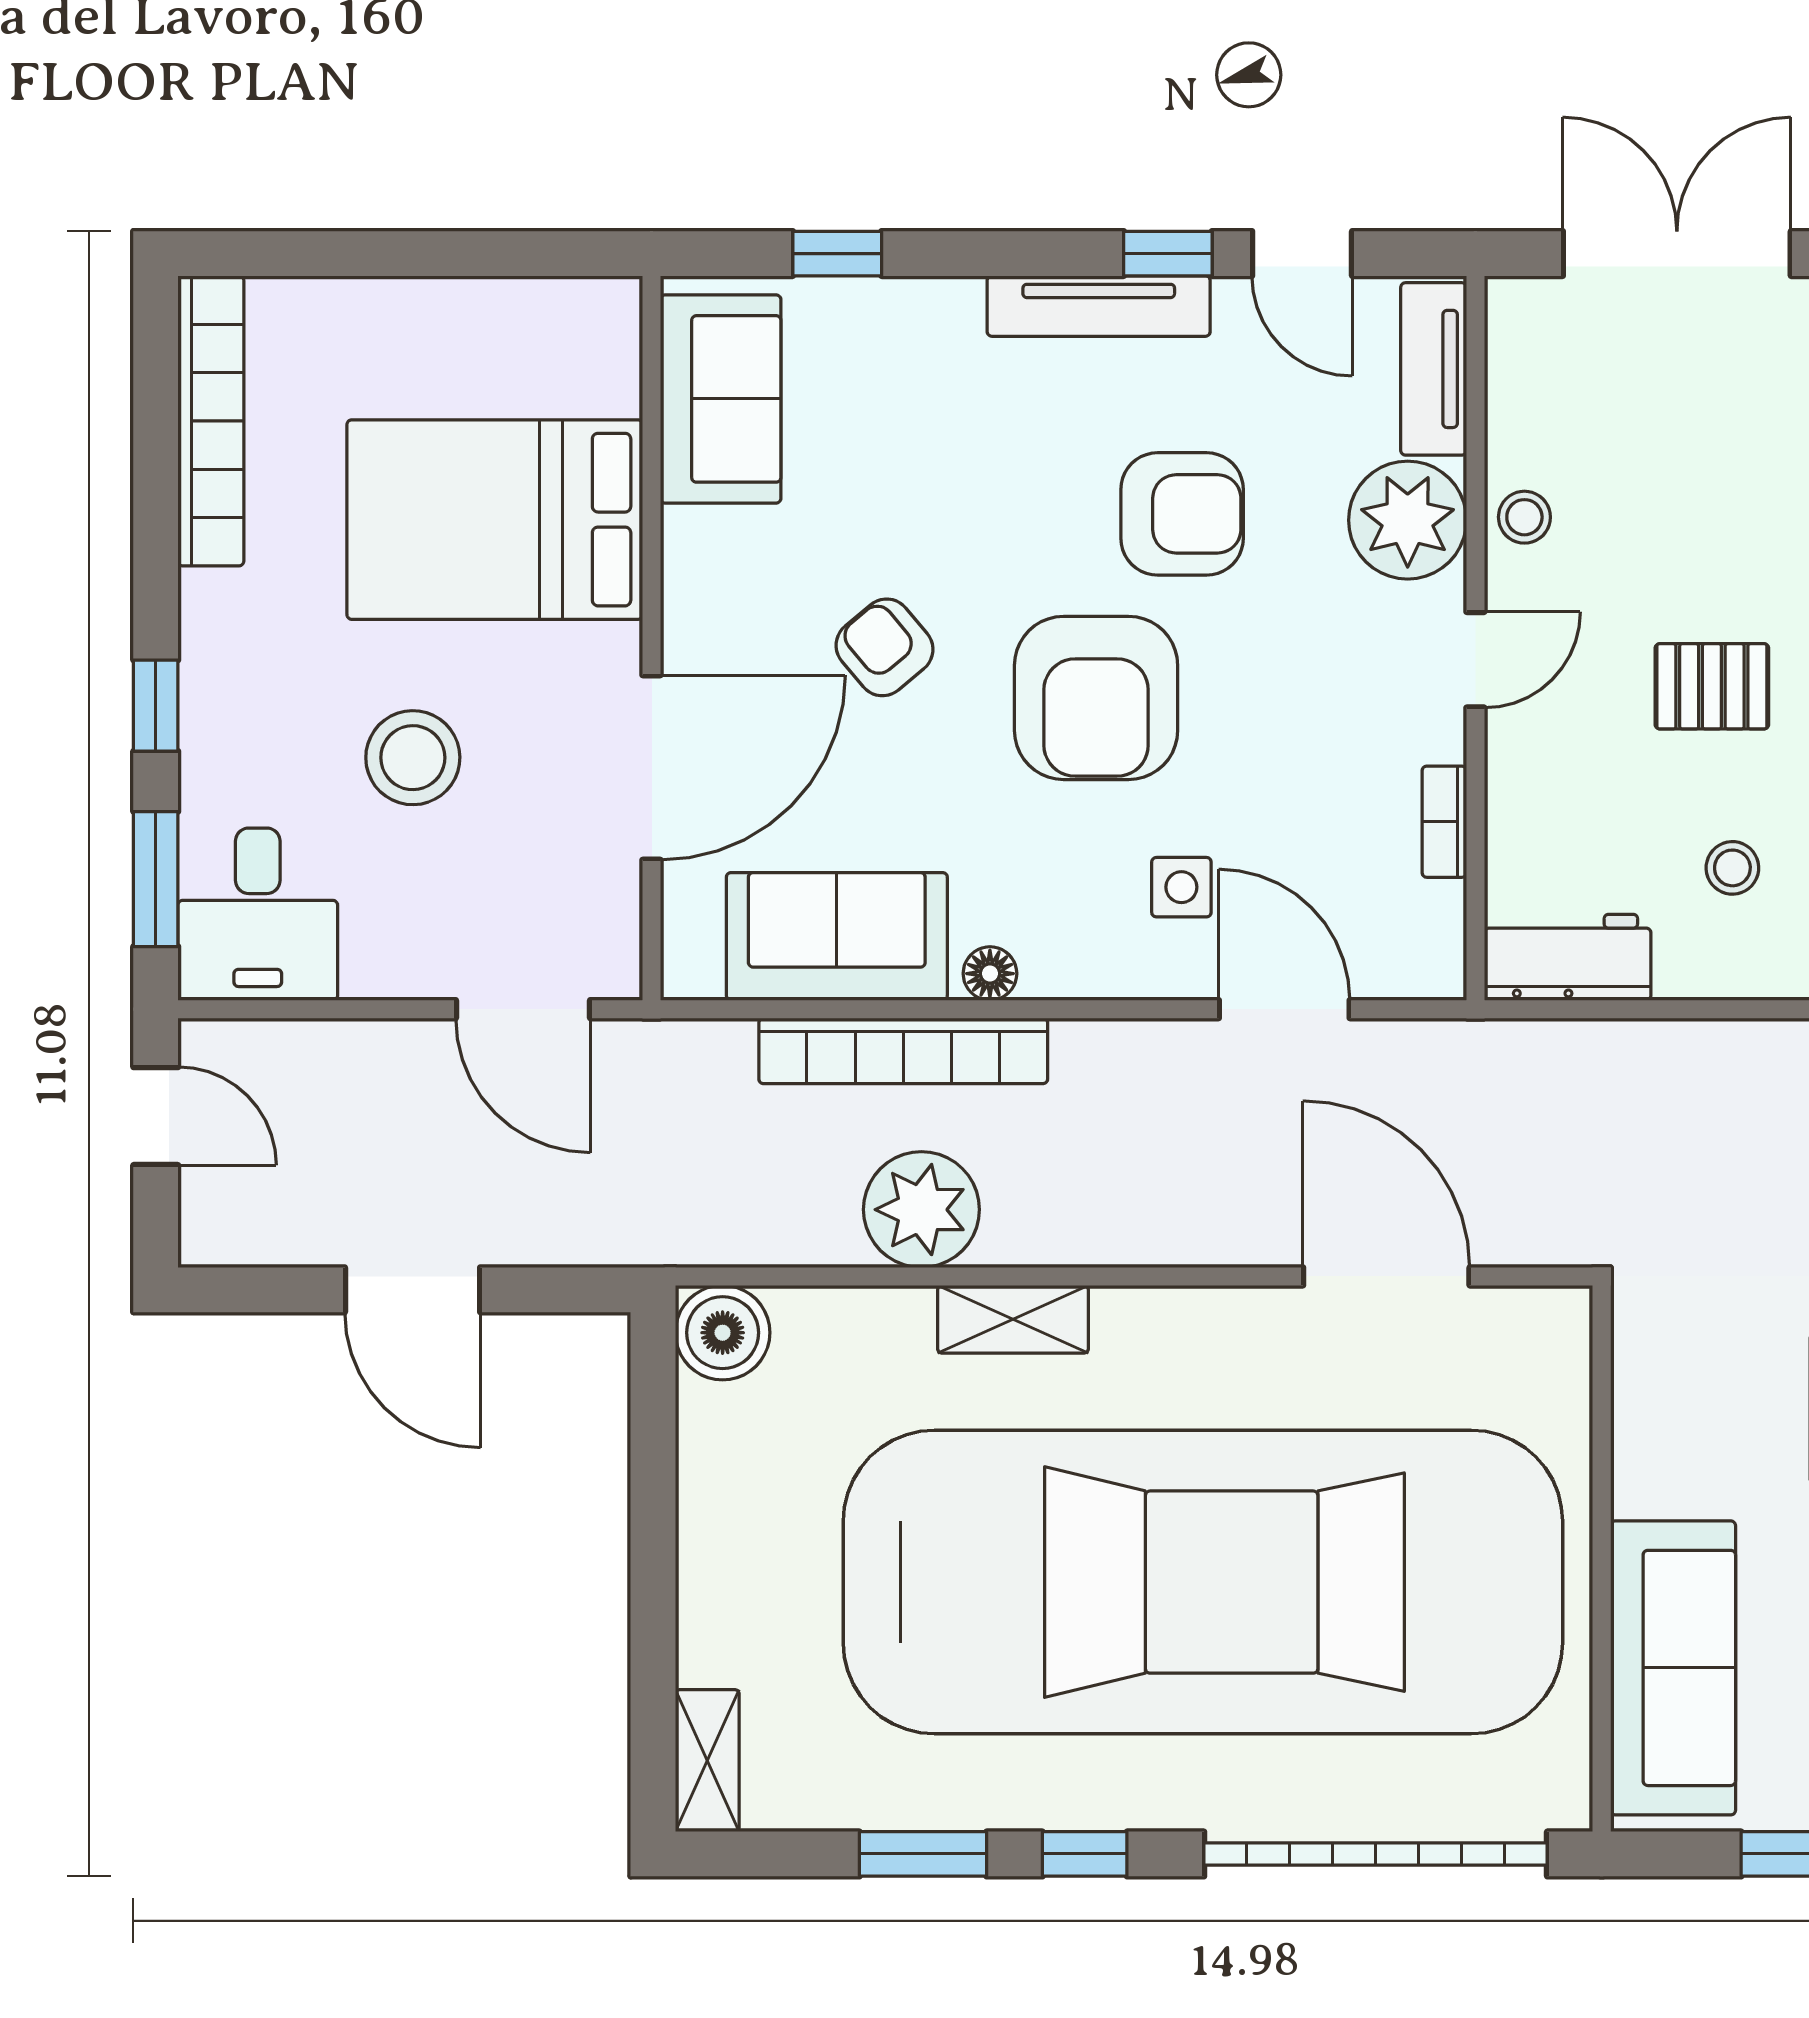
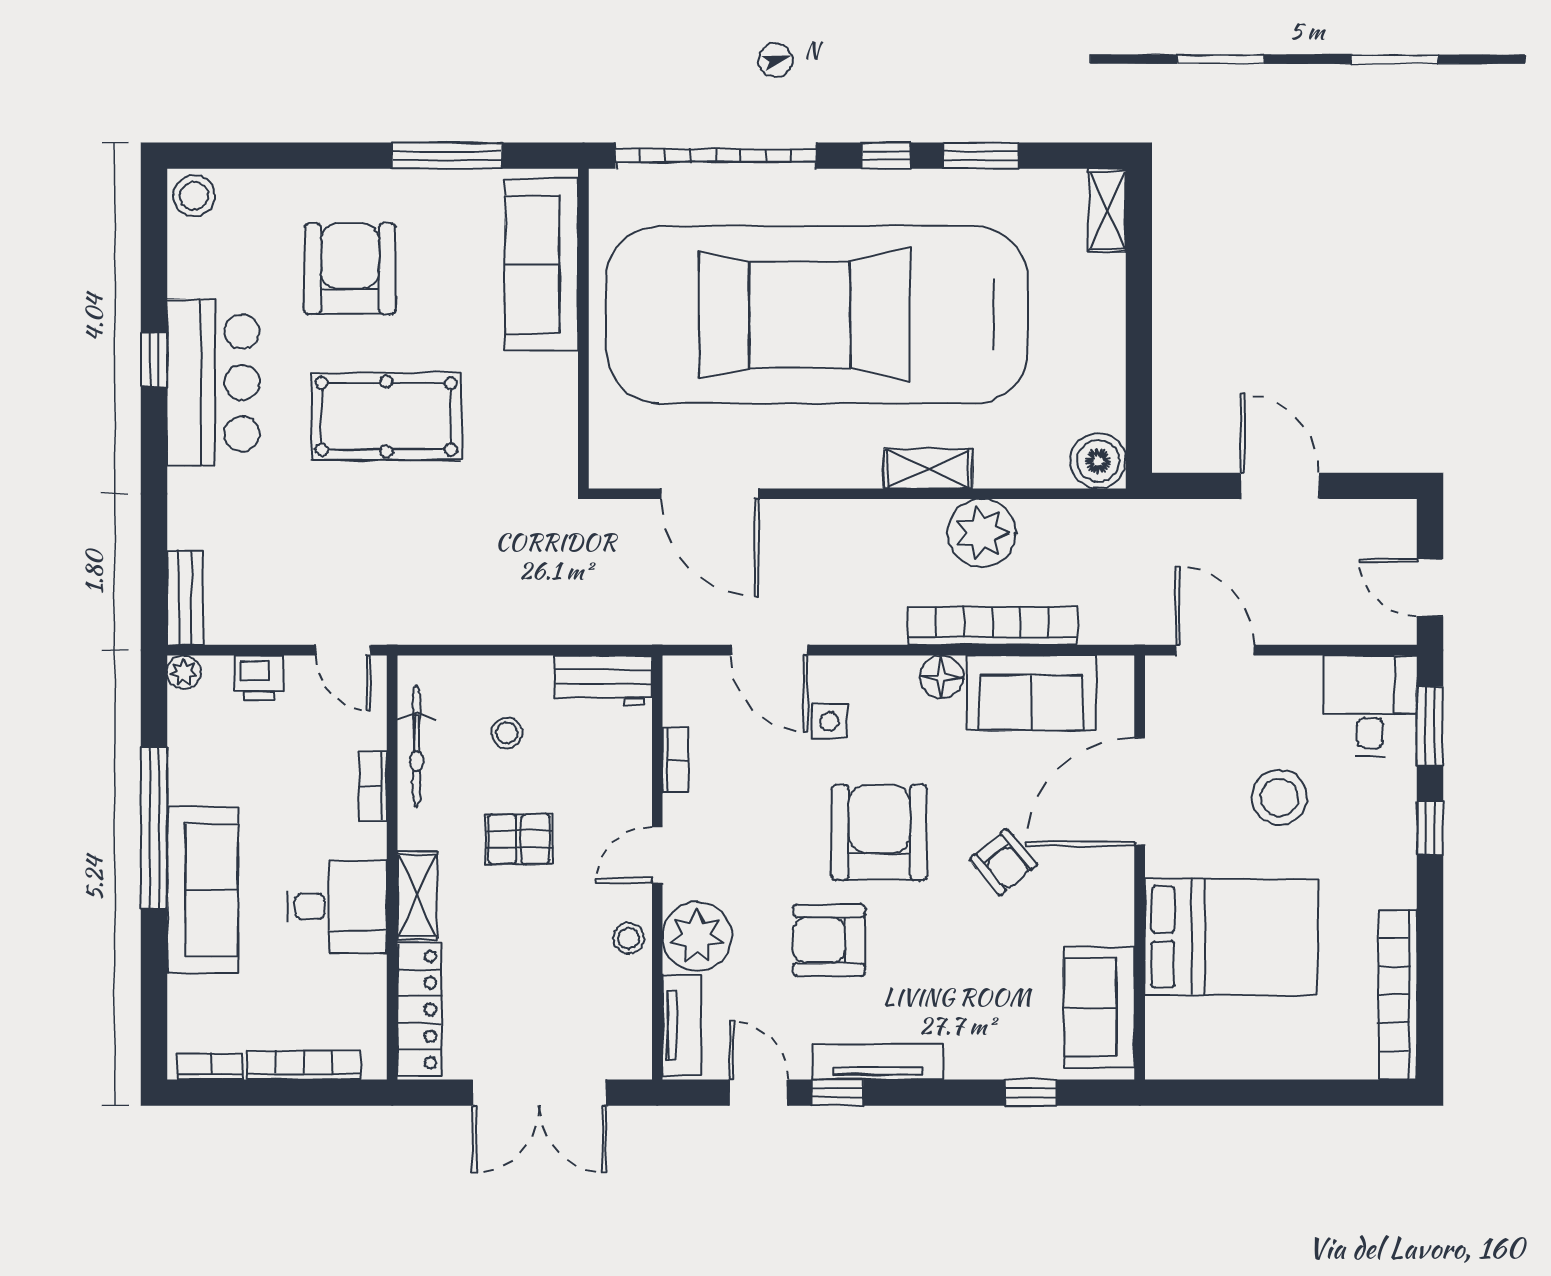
floor lamp: (990, 974) -> (942, 677), width x1.37, depth x1.37

